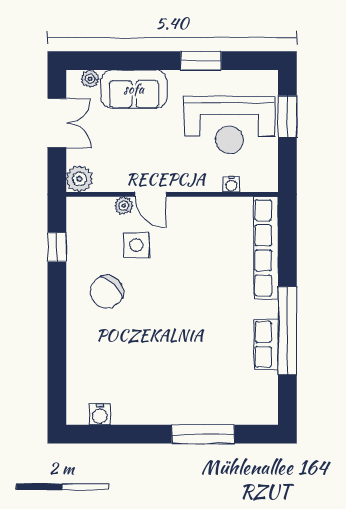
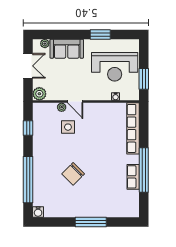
window: (287, 117) -> (144, 79), moved
chair: (107, 292) -> (73, 174), moved
window: (57, 350) -> (28, 180), added
water cooler: (100, 414) -> (38, 212), moved
window: (203, 434) -> (91, 222), moved

